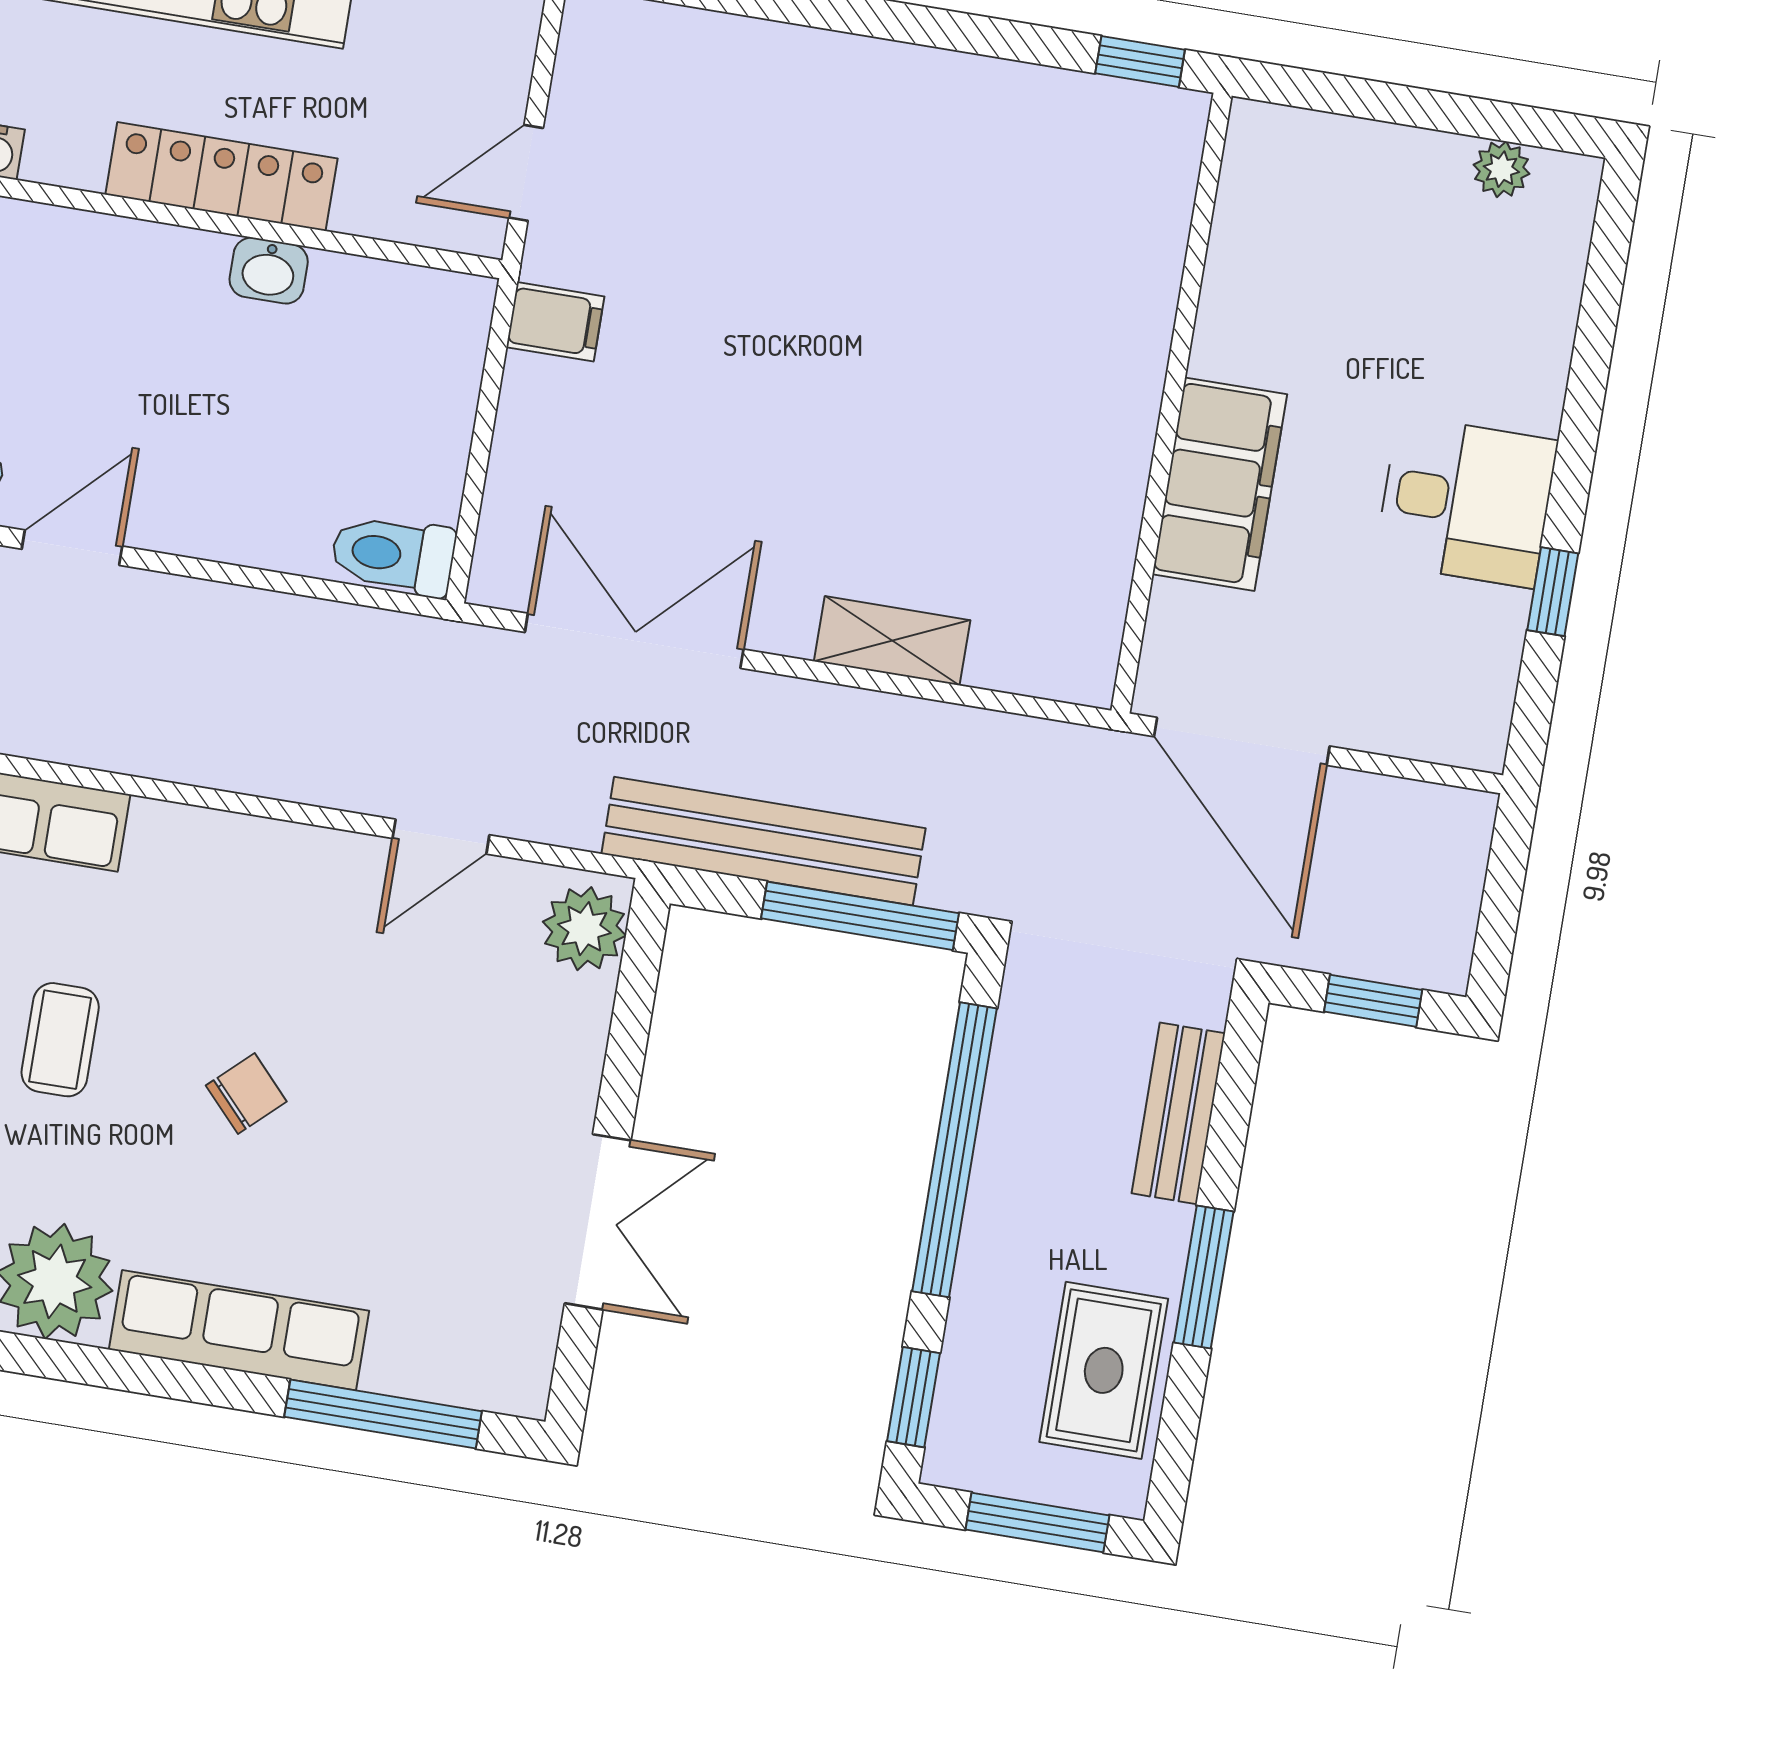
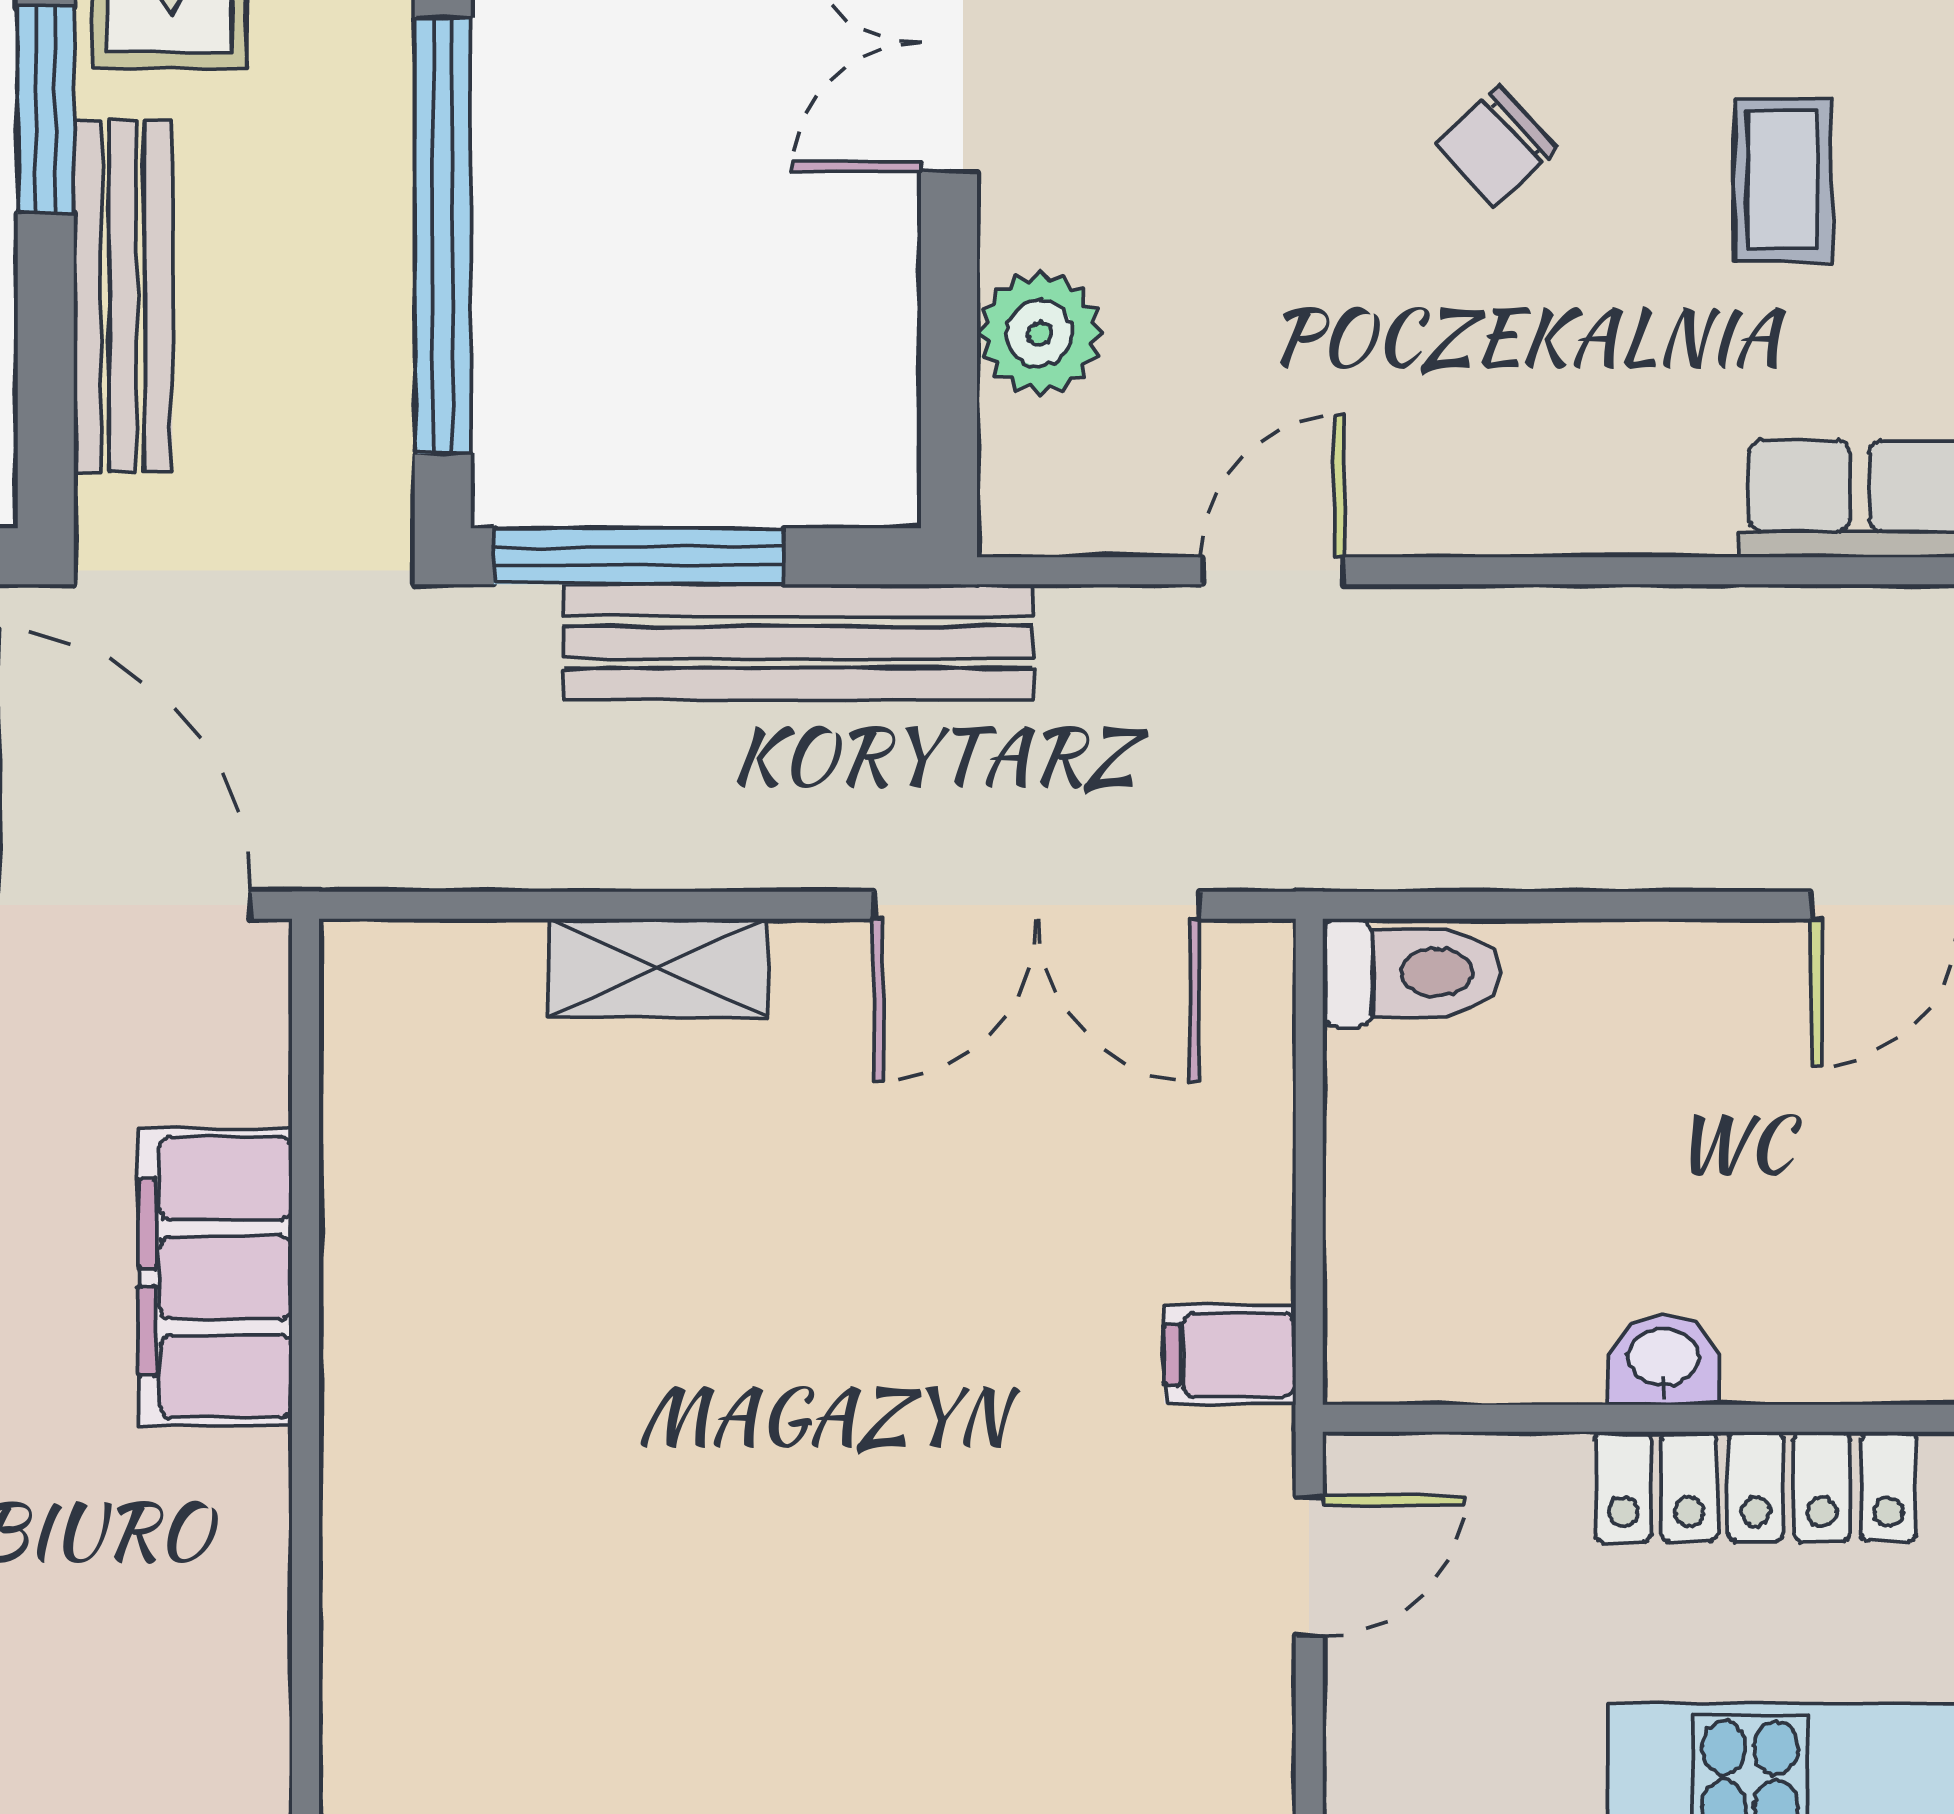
plant: (584, 929) -> (1040, 333), moved
bench: (1178, 1113) -> (123, 297), width x1.36

